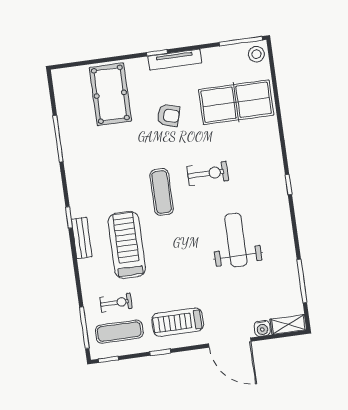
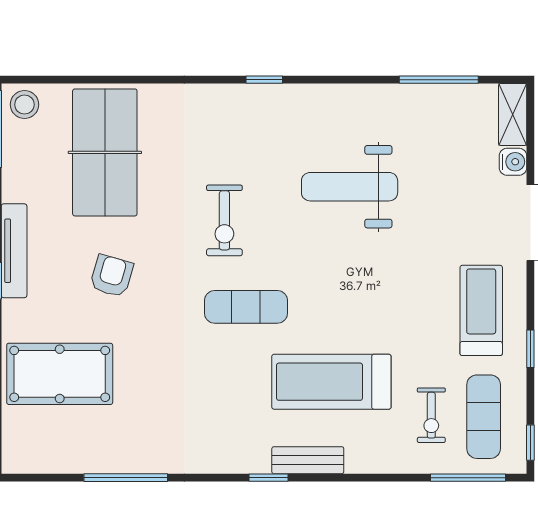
exercise bike: (208, 173) -> (224, 220), turned 180
exercise bike: (116, 303) -> (431, 415), turned 180
treadmill: (178, 322) -> (481, 310), turned 180

